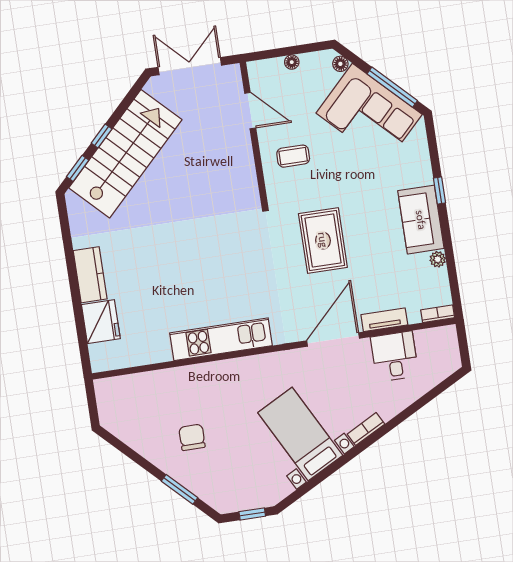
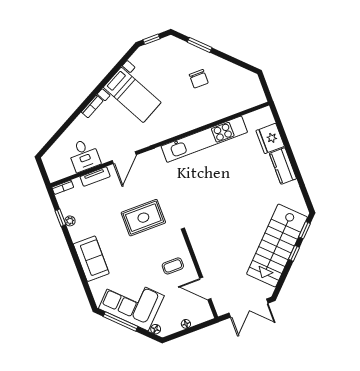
window: (440, 190) -> (60, 218), moved
sofa: (421, 220) -> (91, 259), moved
rug: (323, 240) -> (143, 218), turned 90
kitchen unit: (221, 339) -> (204, 139), width x1.36
door: (333, 340) -> (124, 158), width x0.73

